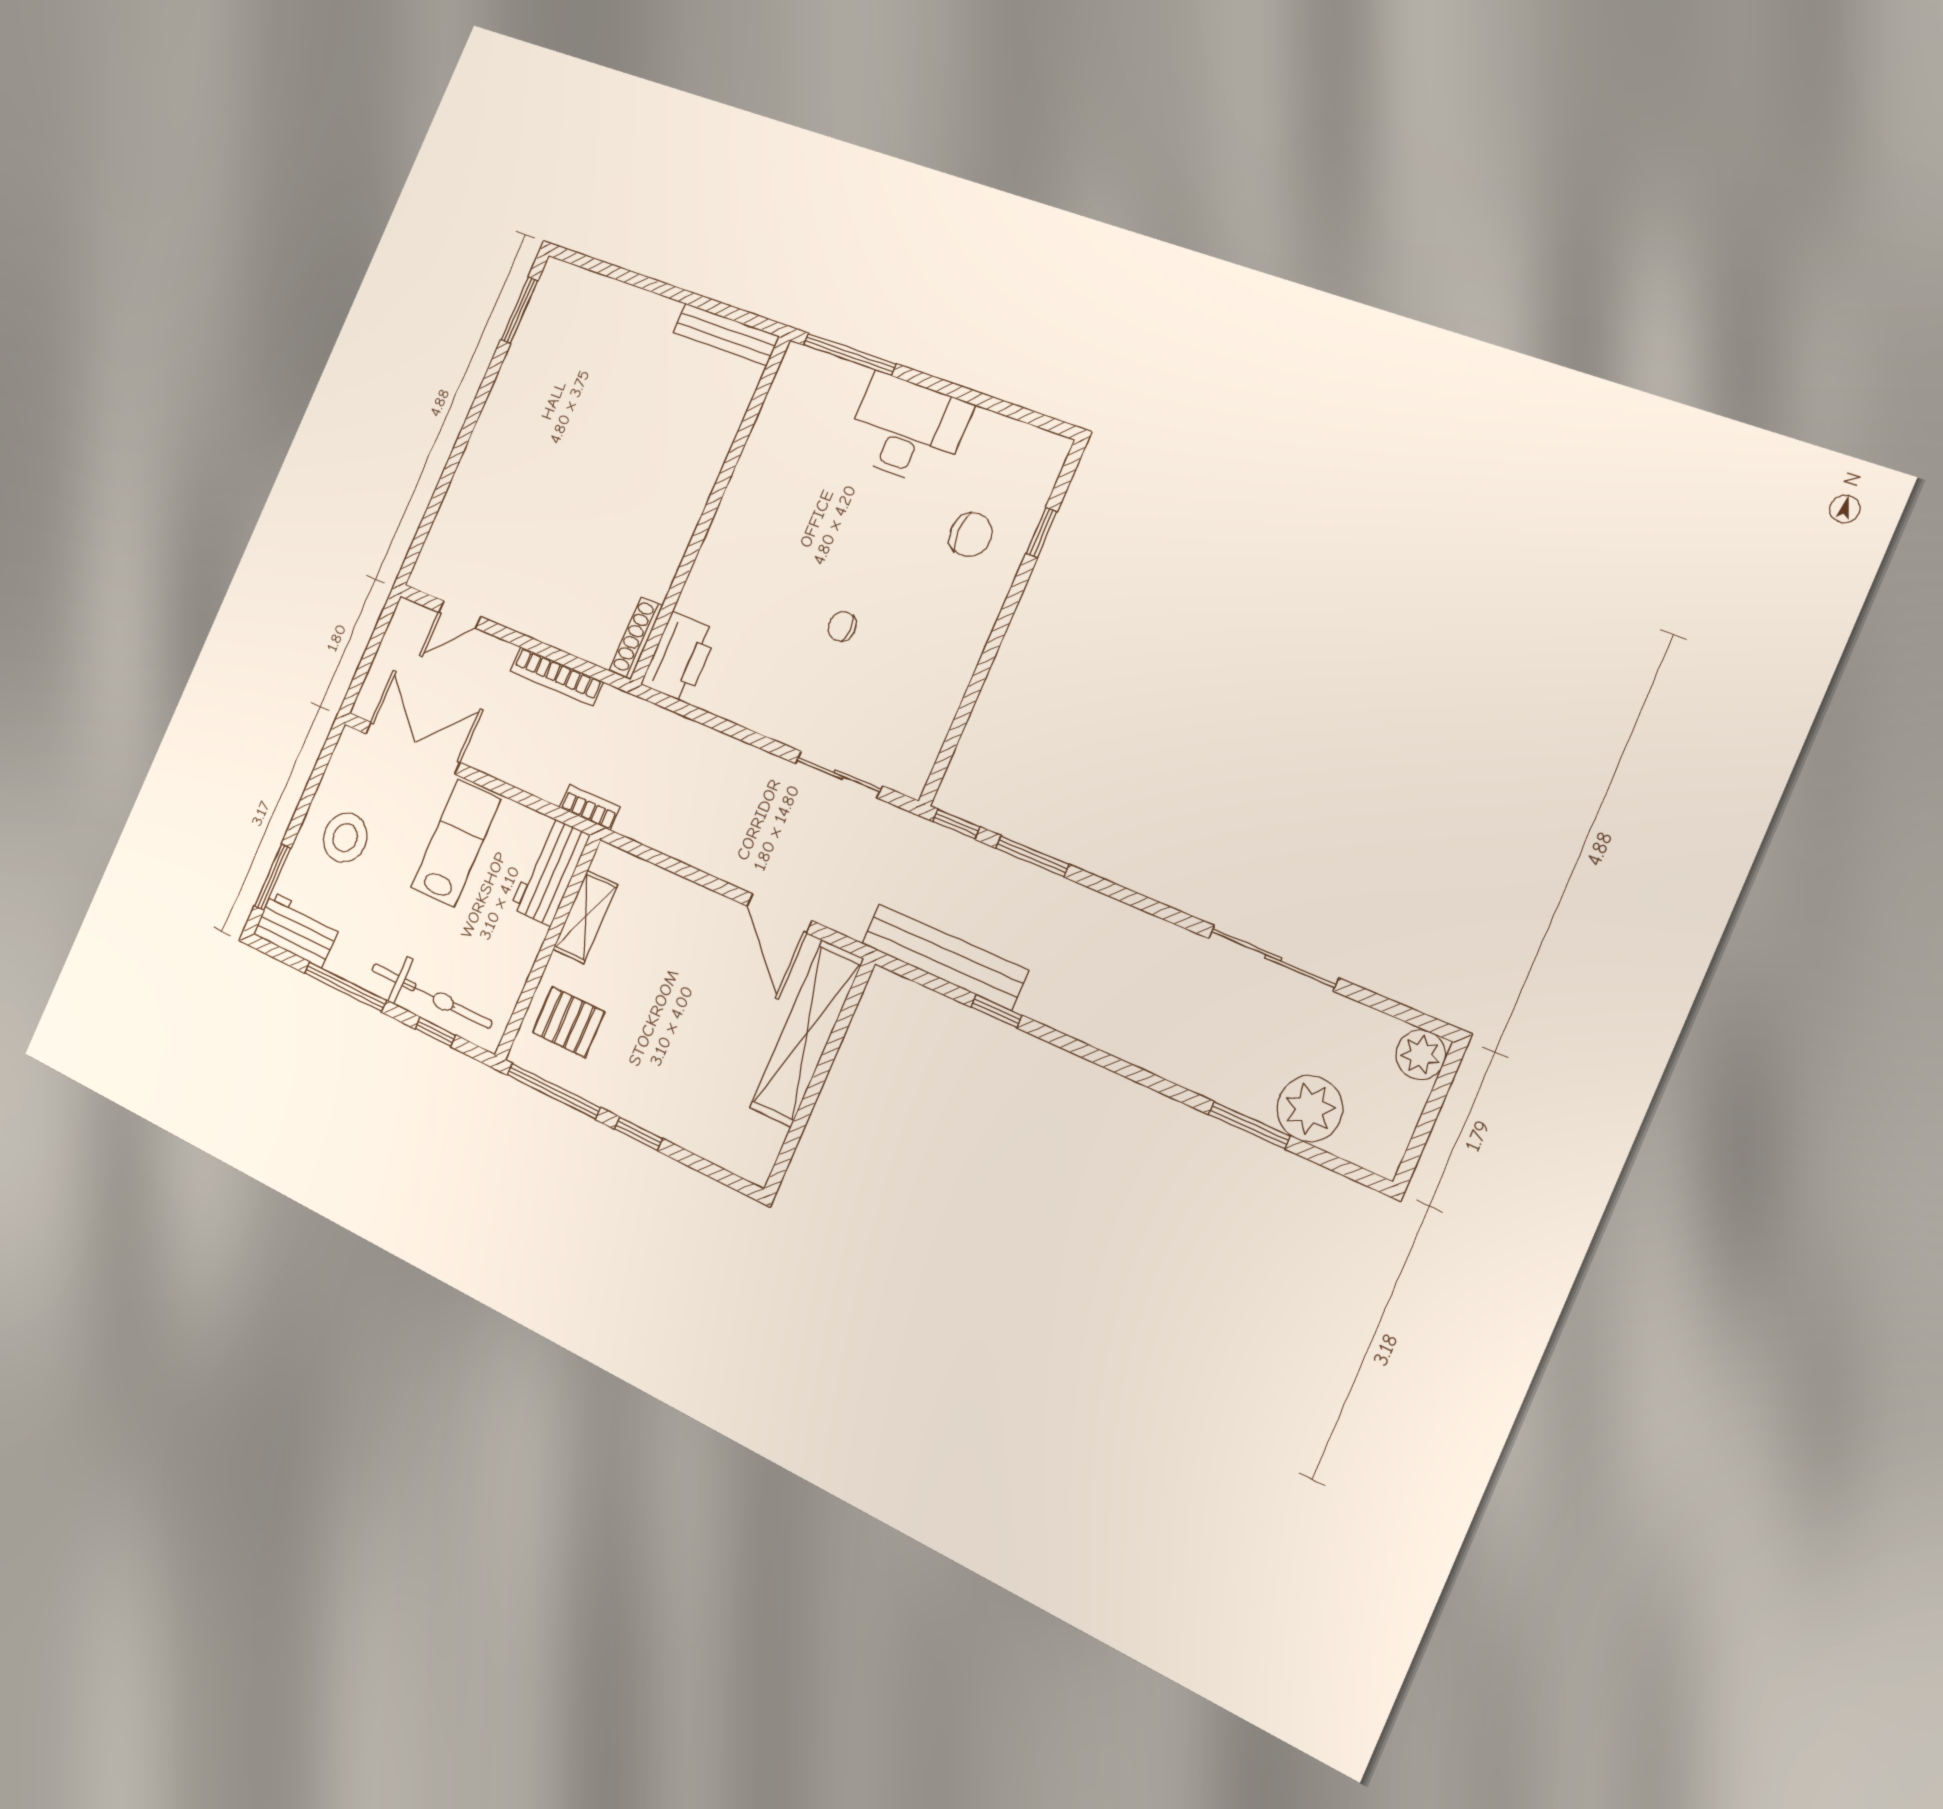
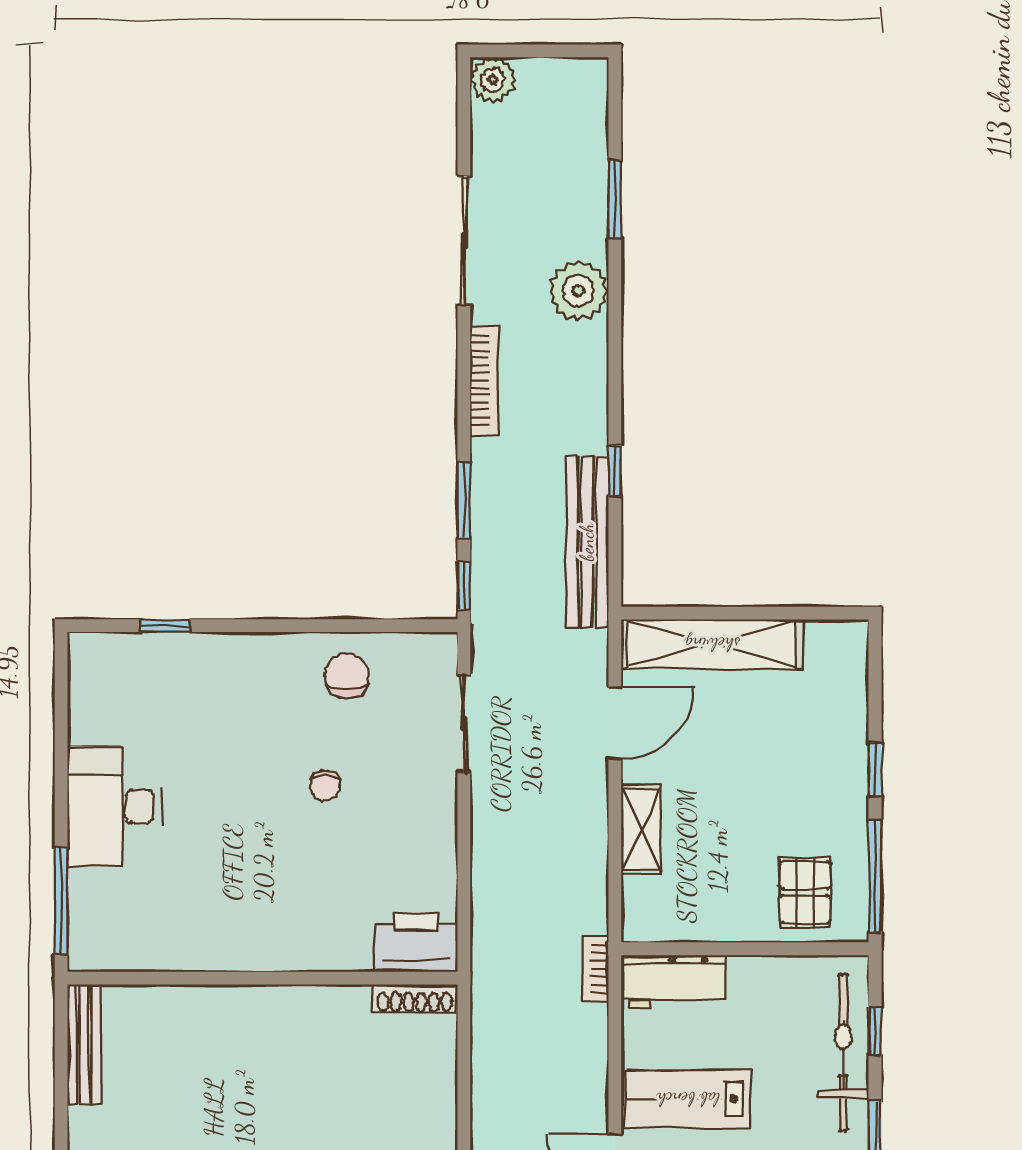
chair: (971, 535) -> (346, 676), moved
bookcase: (557, 676) -> (484, 381), moved
shelving: (585, 917) -> (641, 829), moved, turned 90
plant: (1310, 1109) -> (578, 291), moved

